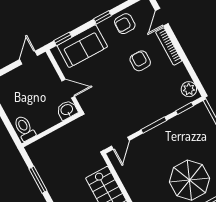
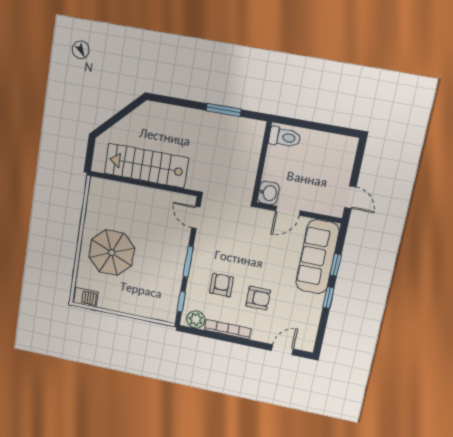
door: (162, 17) -> (282, 350), hinge flipped
armchair: (125, 24) -> (222, 285), moved
window: (63, 39) -> (336, 265), moved
sofa: (82, 46) -> (317, 257), width x1.36
bookcase: (169, 46) -> (228, 329), moved

